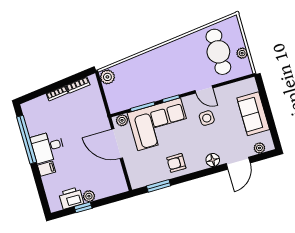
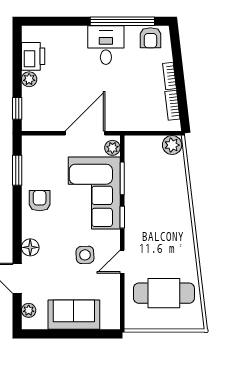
plant: (242, 53) -> (154, 322), removed
armchair: (33, 115) -> (150, 38), added
filing cabinet: (46, 169) -> (79, 36), removed
window: (83, 207) -> (17, 108), moved

